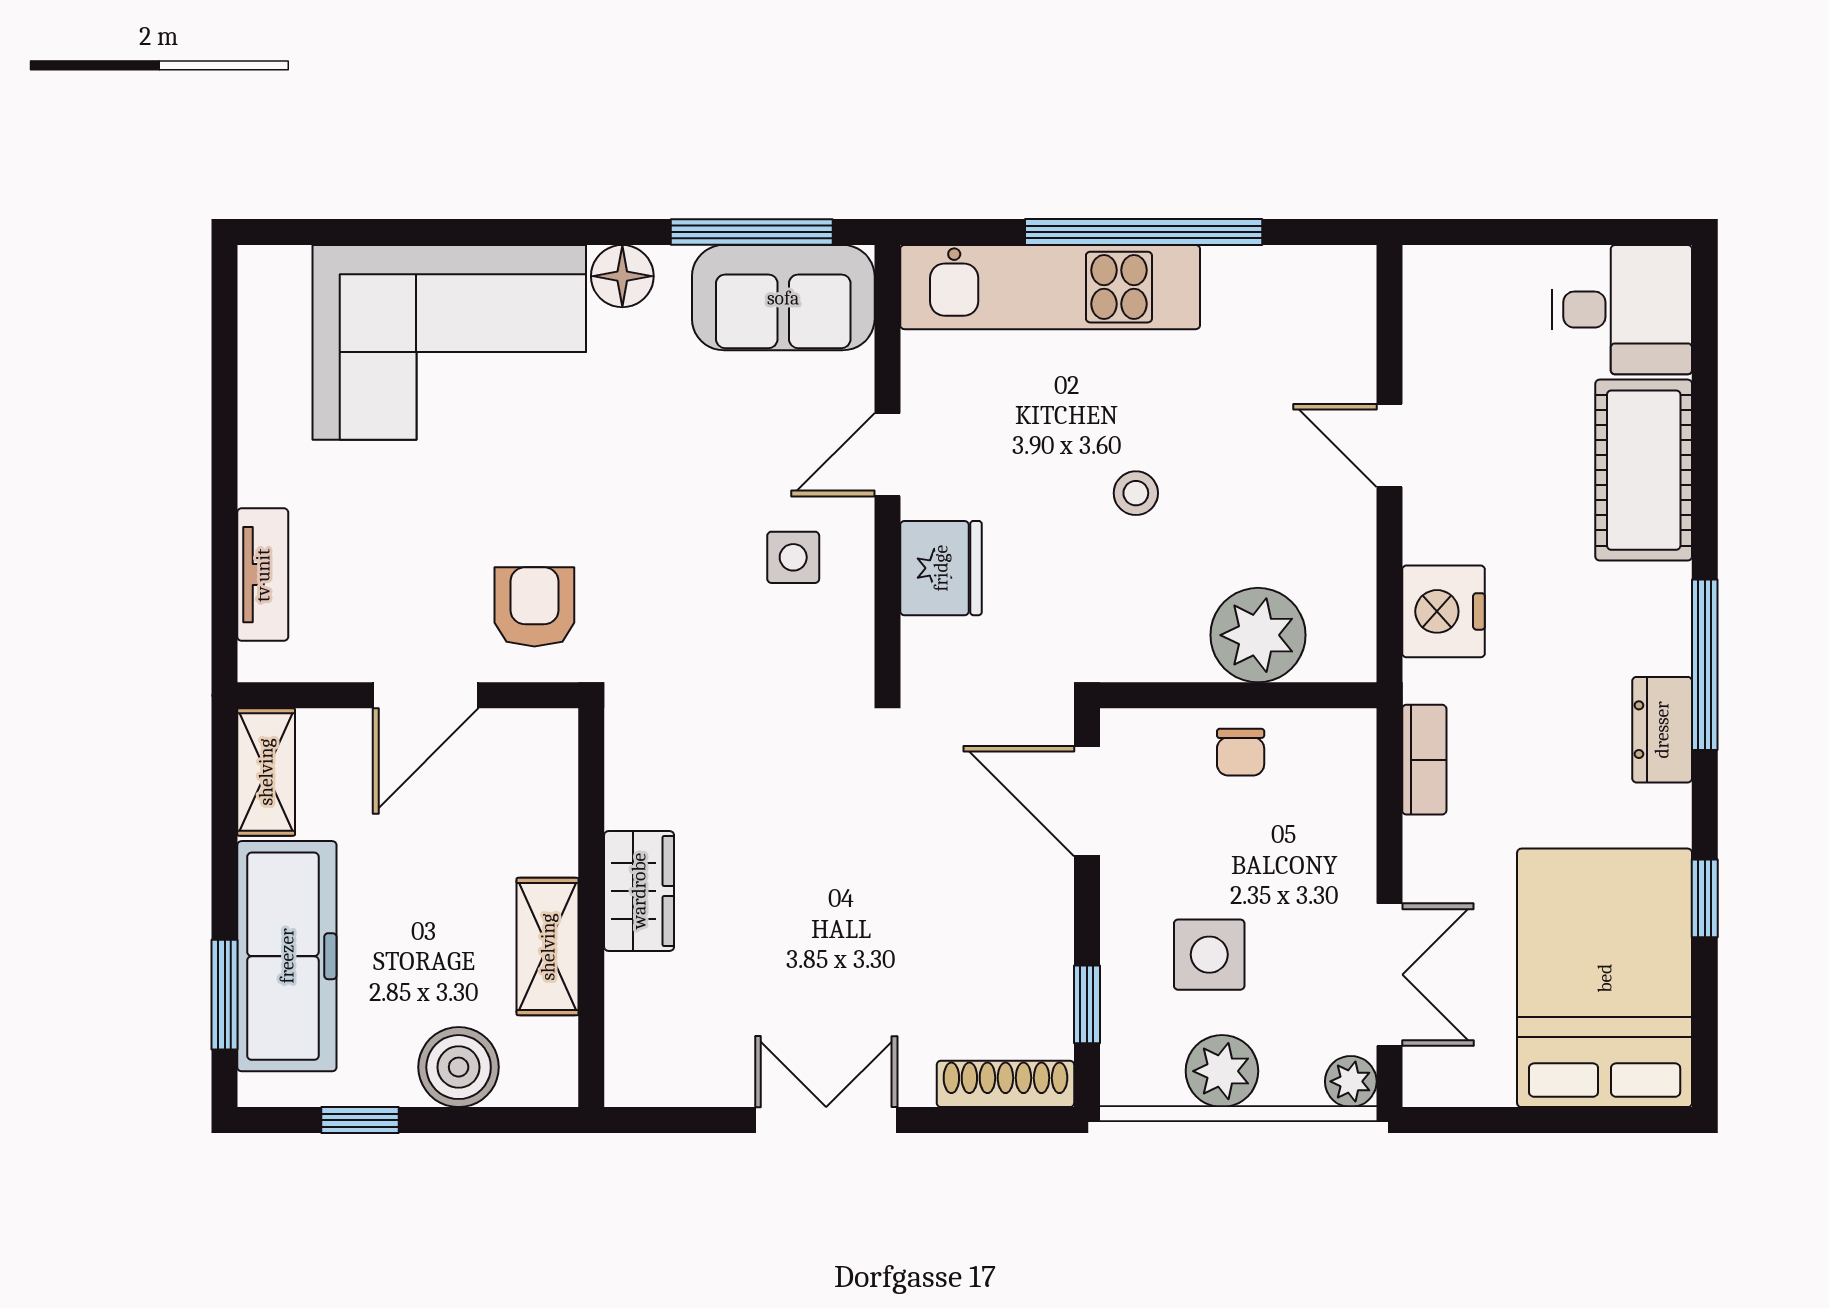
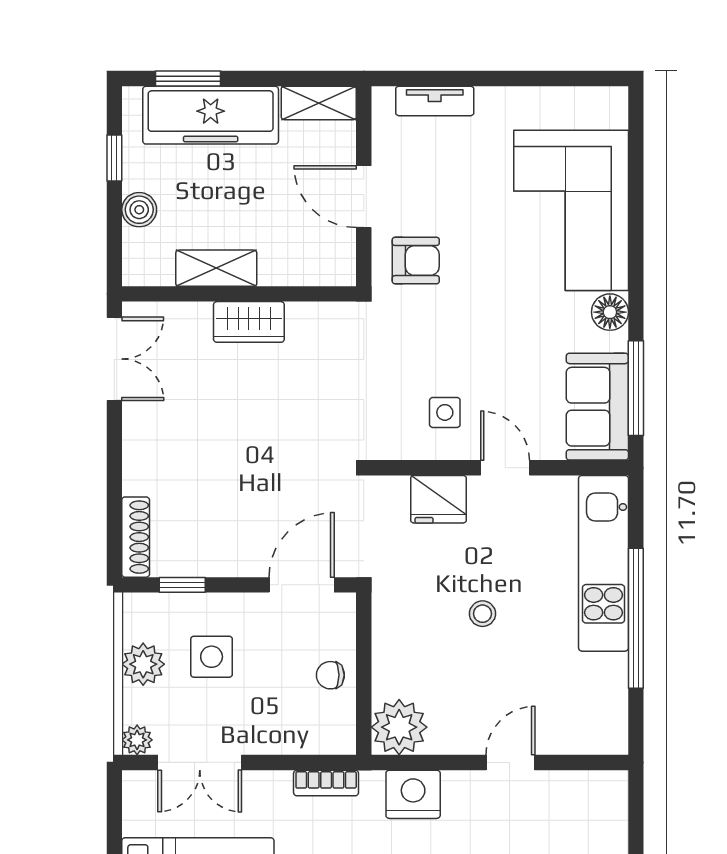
plant: (1258, 635) -> (399, 727), moved
boiler: (459, 1067) -> (139, 210), width x0.73, depth x0.73
double door: (826, 1120) -> (114, 359), moved

